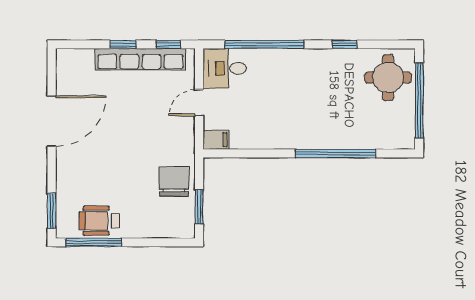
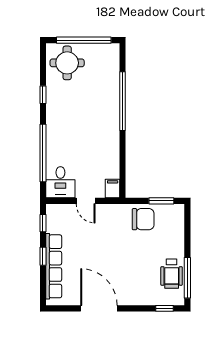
row of seats: (140, 59) -> (54, 266), moved
chair: (174, 182) -> (143, 219), turned 180
window: (52, 211) -> (164, 308), width x0.67

